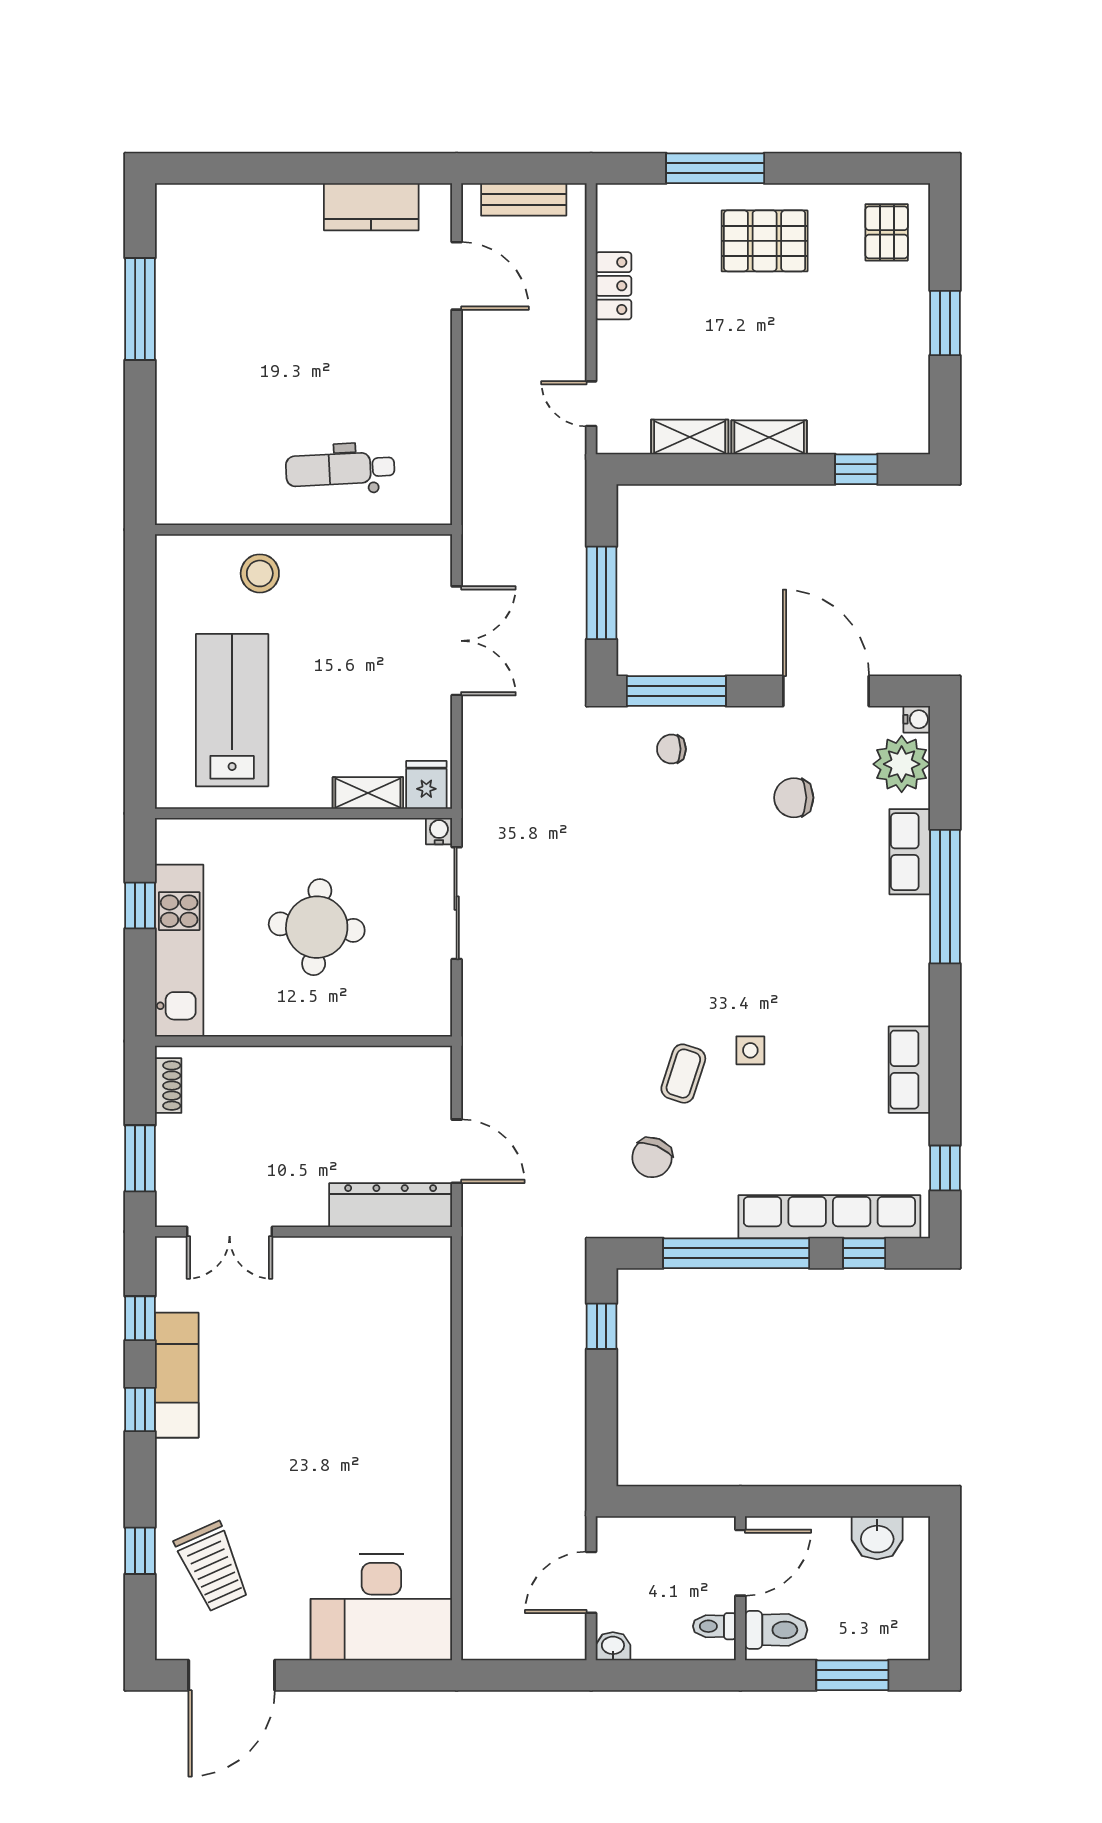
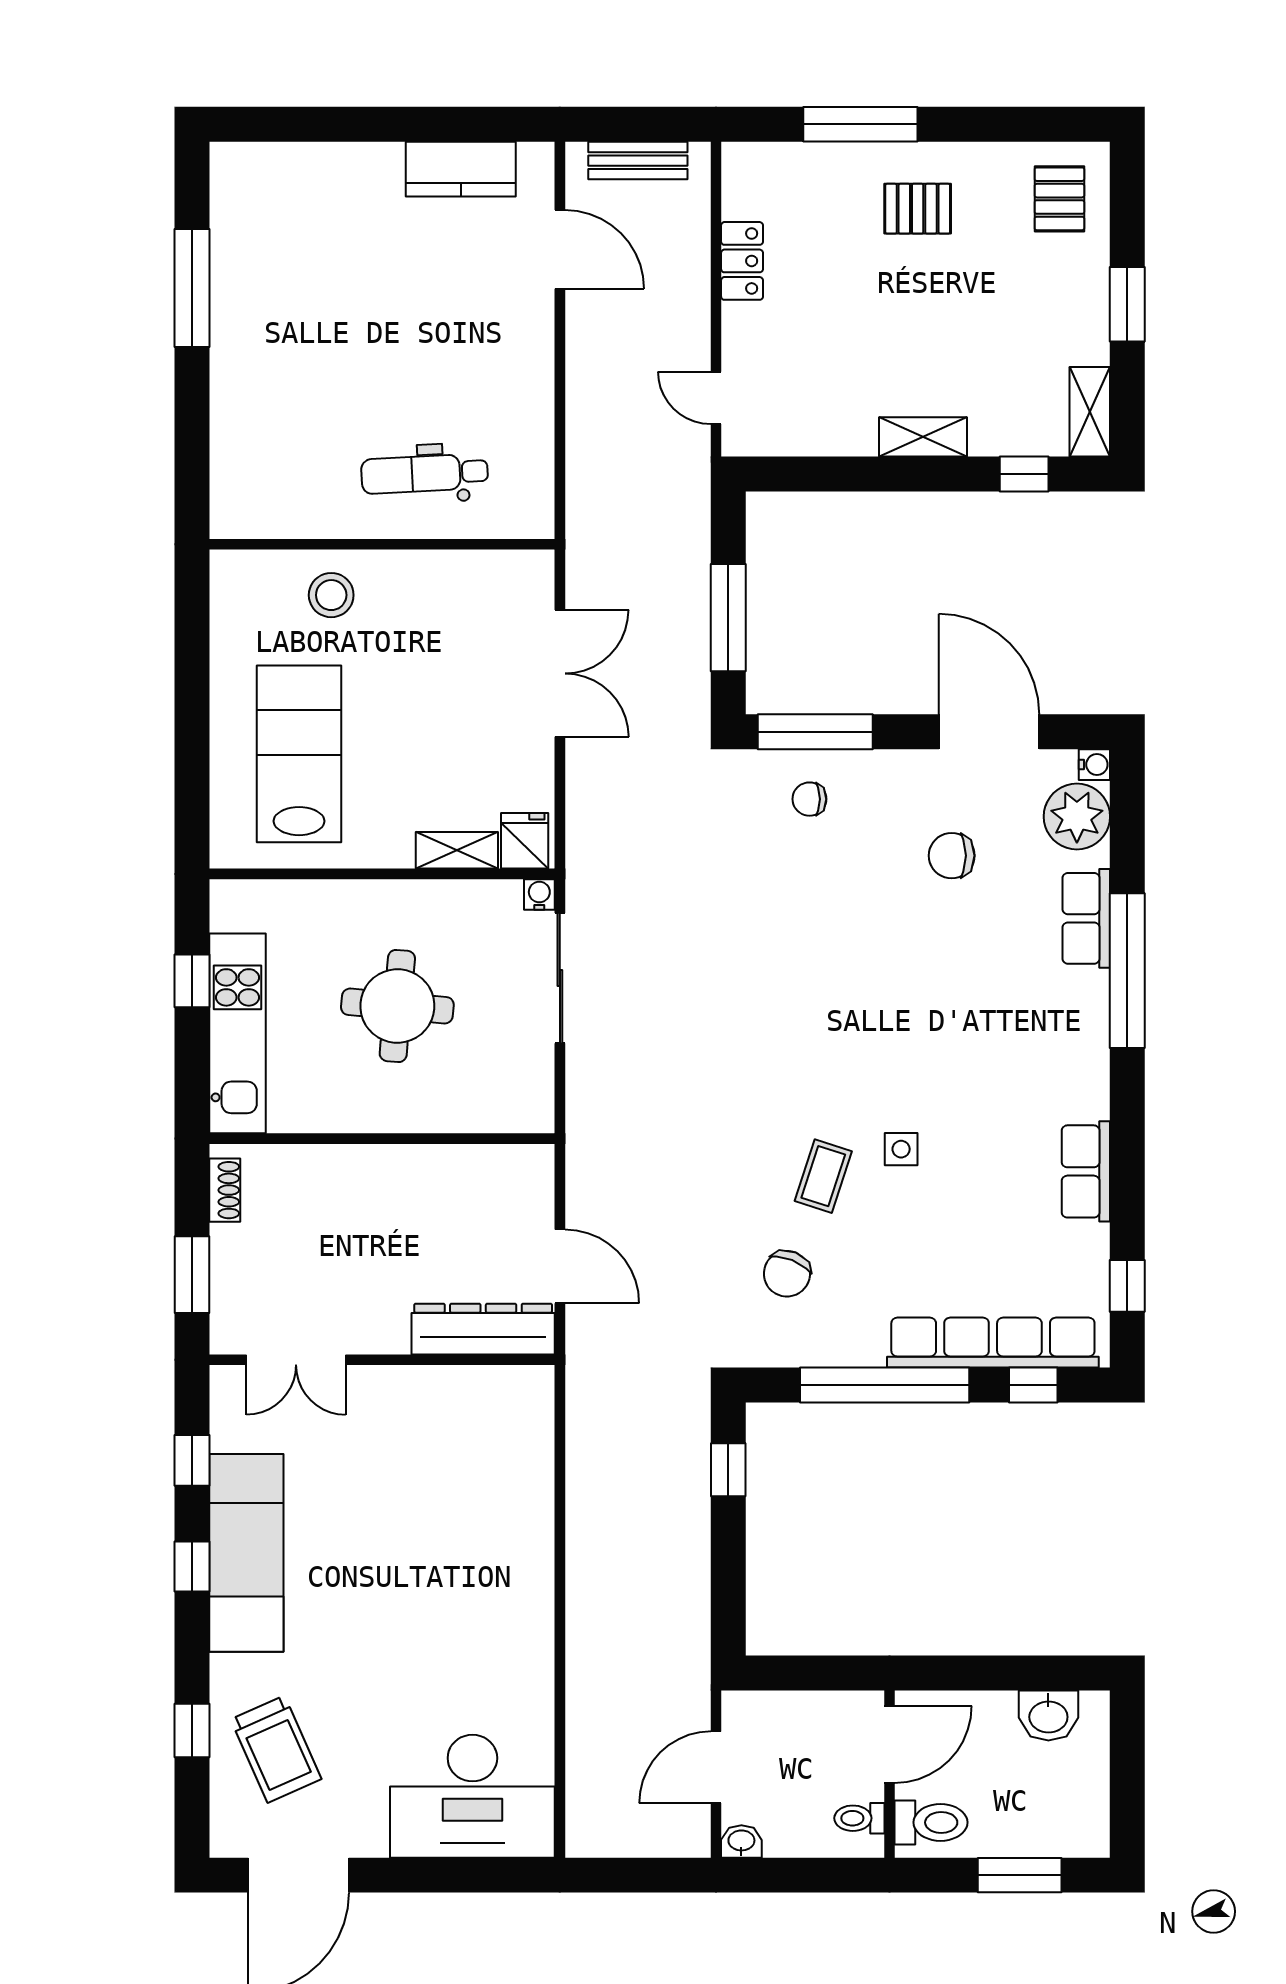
pallet: (765, 241) -> (918, 209), width x0.67, depth x0.71
shelving: (690, 437) -> (1090, 412), moved, turned 90
exam couch: (177, 1375) -> (246, 1553), width x1.36, depth x1.45

